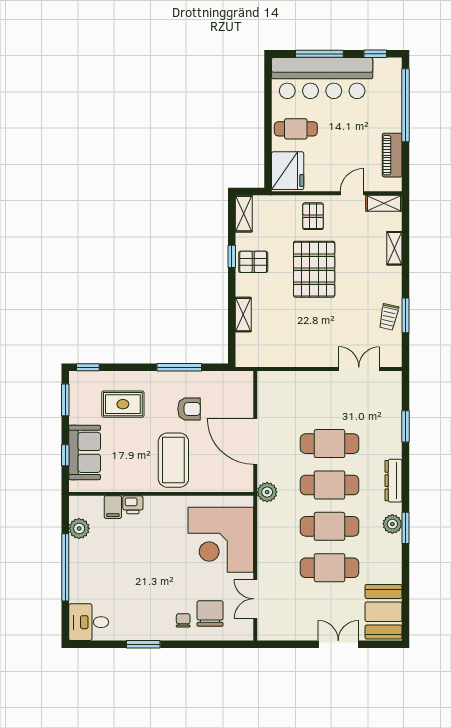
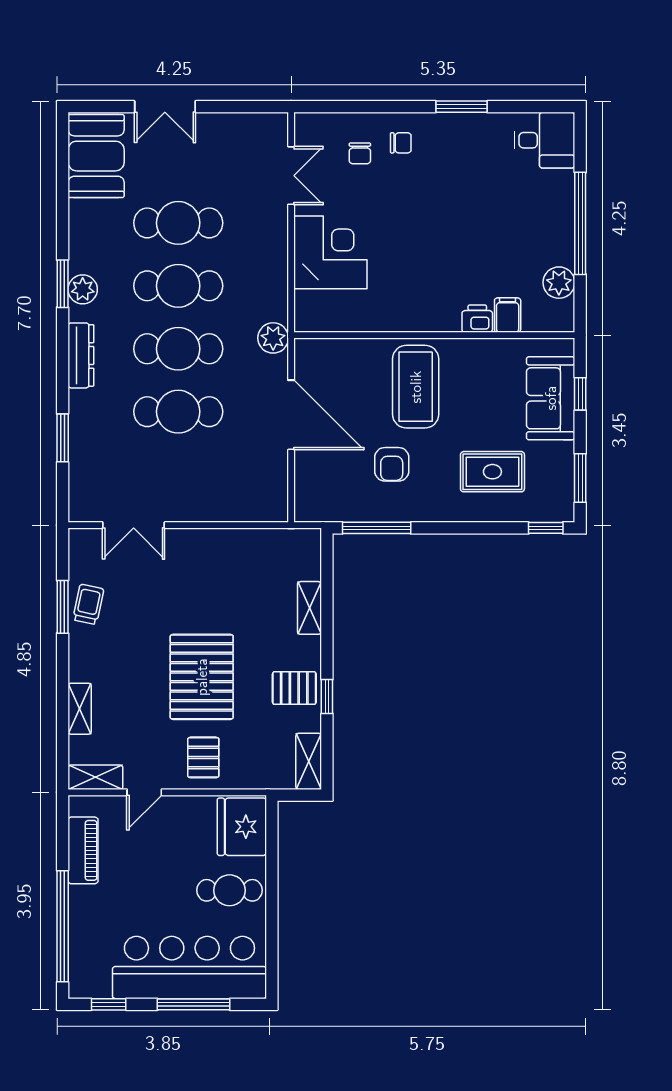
window: (179, 367) -> (377, 528), moved
armchair: (189, 409) -> (392, 464), turned -90
corner desk: (221, 540) -> (330, 252), width x0.74, depth x0.74
chair: (210, 613) -> (360, 153), width x0.54, depth x0.54
chair: (183, 620) -> (401, 143), turned -90

